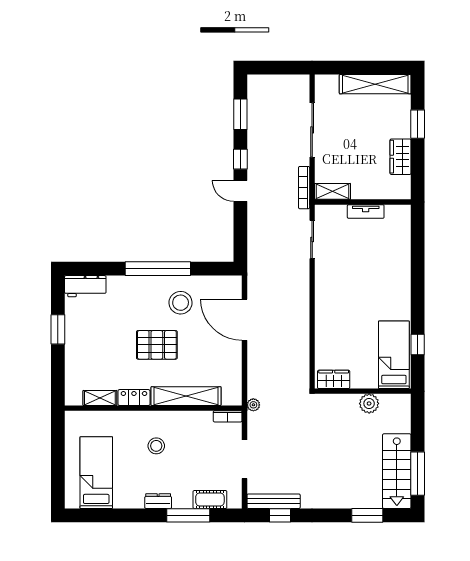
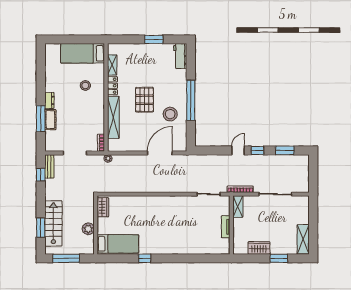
shelving: (375, 84) -> (303, 239), width x0.68
bed: (394, 355) -> (118, 244), moved
wardrobe: (334, 379) -> (103, 207), moved
wall: (363, 391) -> (96, 225), moved
plant: (369, 403) -> (88, 229), moved
stool: (156, 446) -> (85, 85), moved
stairs: (397, 471) -> (53, 223), moved, turned 90
bed: (96, 473) -> (83, 53), moved, turned 180
cot: (210, 499) -> (50, 120), moved
bench: (274, 501) -> (49, 166), width x0.73

